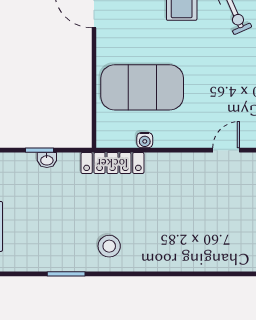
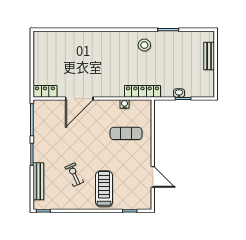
exercise mat: (142, 87) -> (126, 133), width x0.50, depth x0.69
door: (226, 150) -> (79, 99), width x1.88

